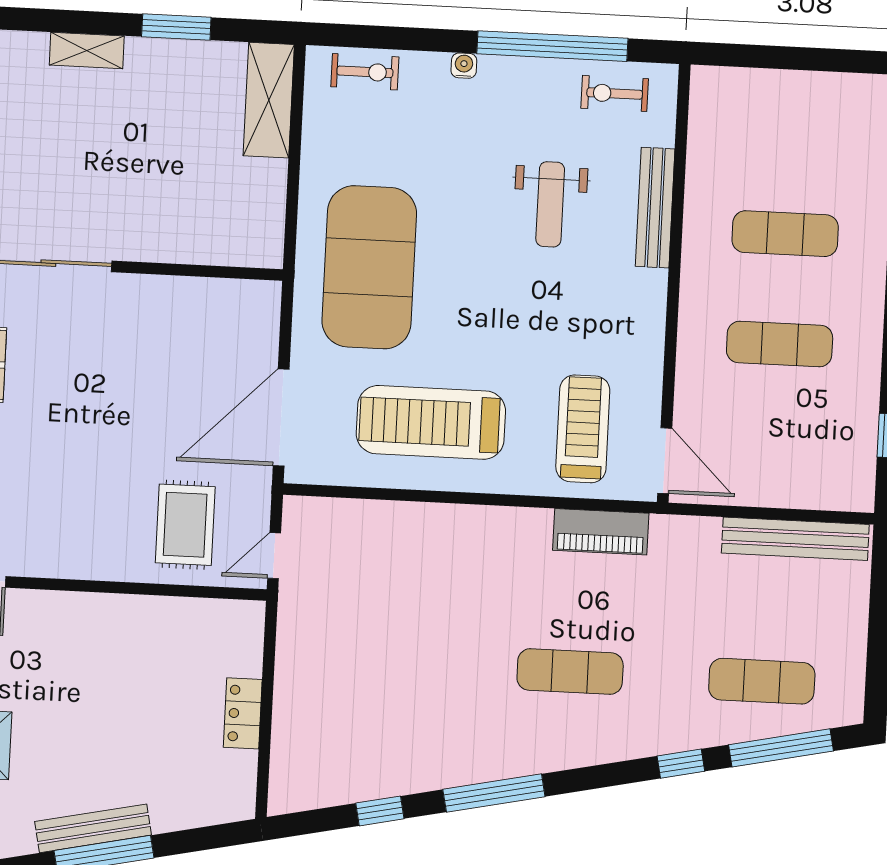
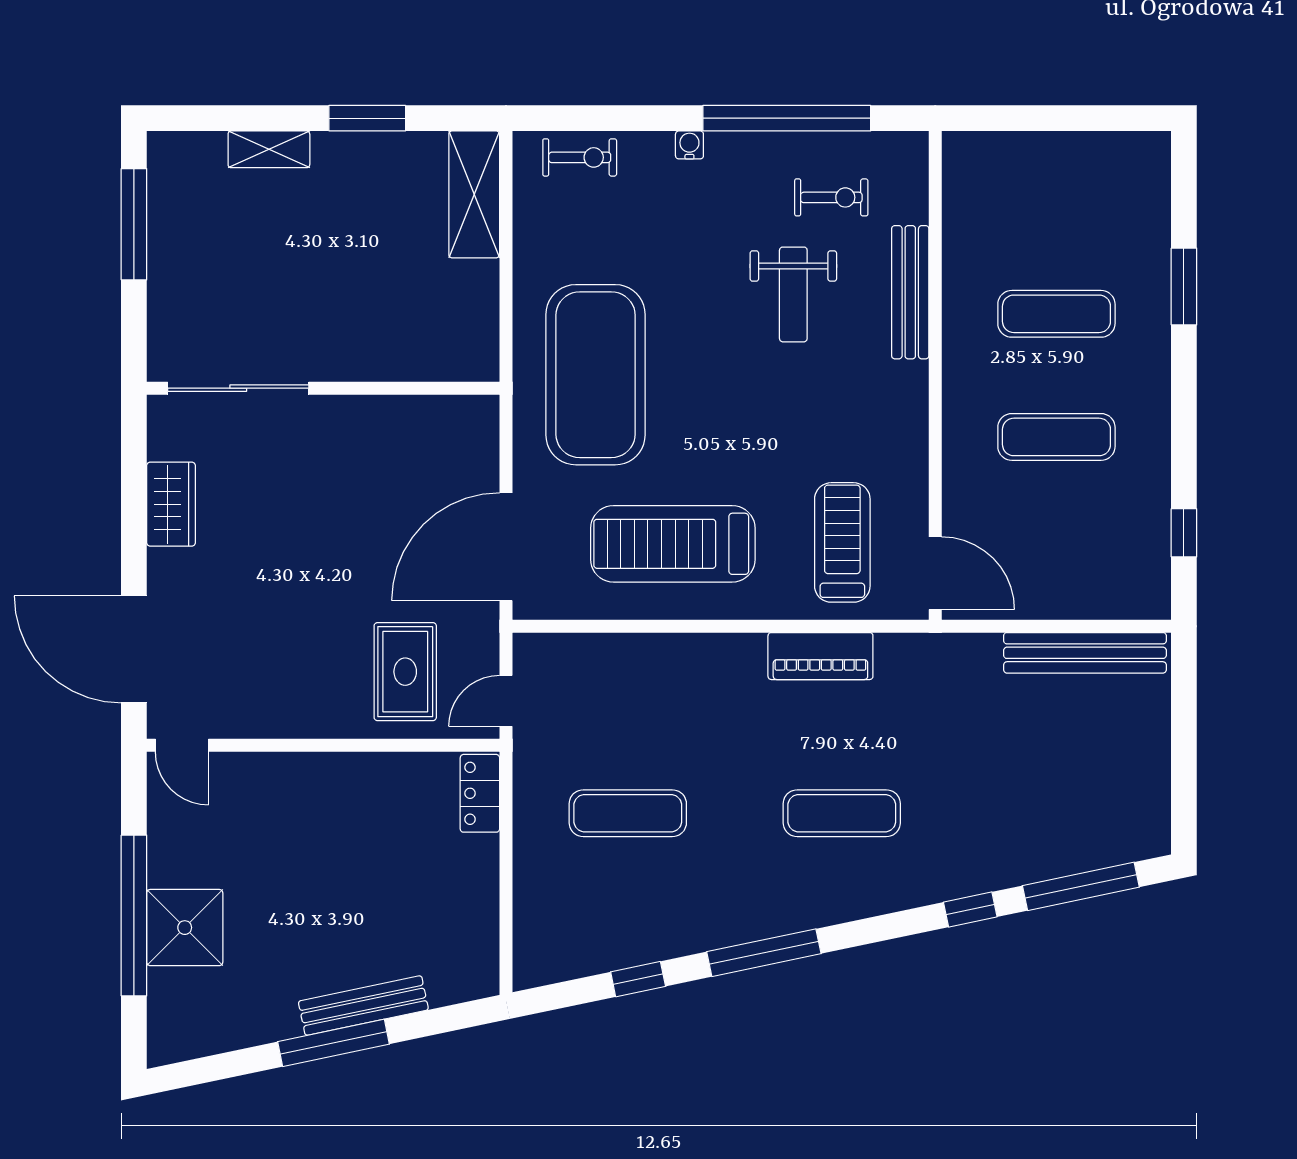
exercise bike: (615, 93) -> (831, 197), moved, turned 180
piano: (601, 532) -> (820, 656), moved
exercise mat: (762, 681) -> (628, 813), moved
locker: (243, 713) -> (480, 793), moved
bench: (93, 828) -> (363, 1006), moved

